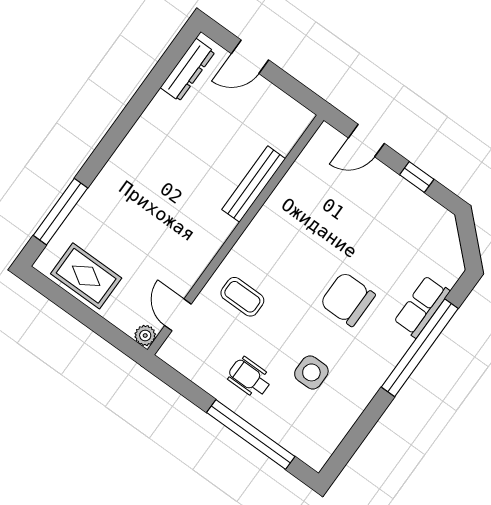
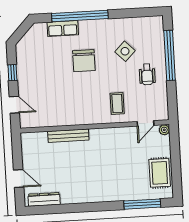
side table: (311, 372) -> (125, 51), turned 45

